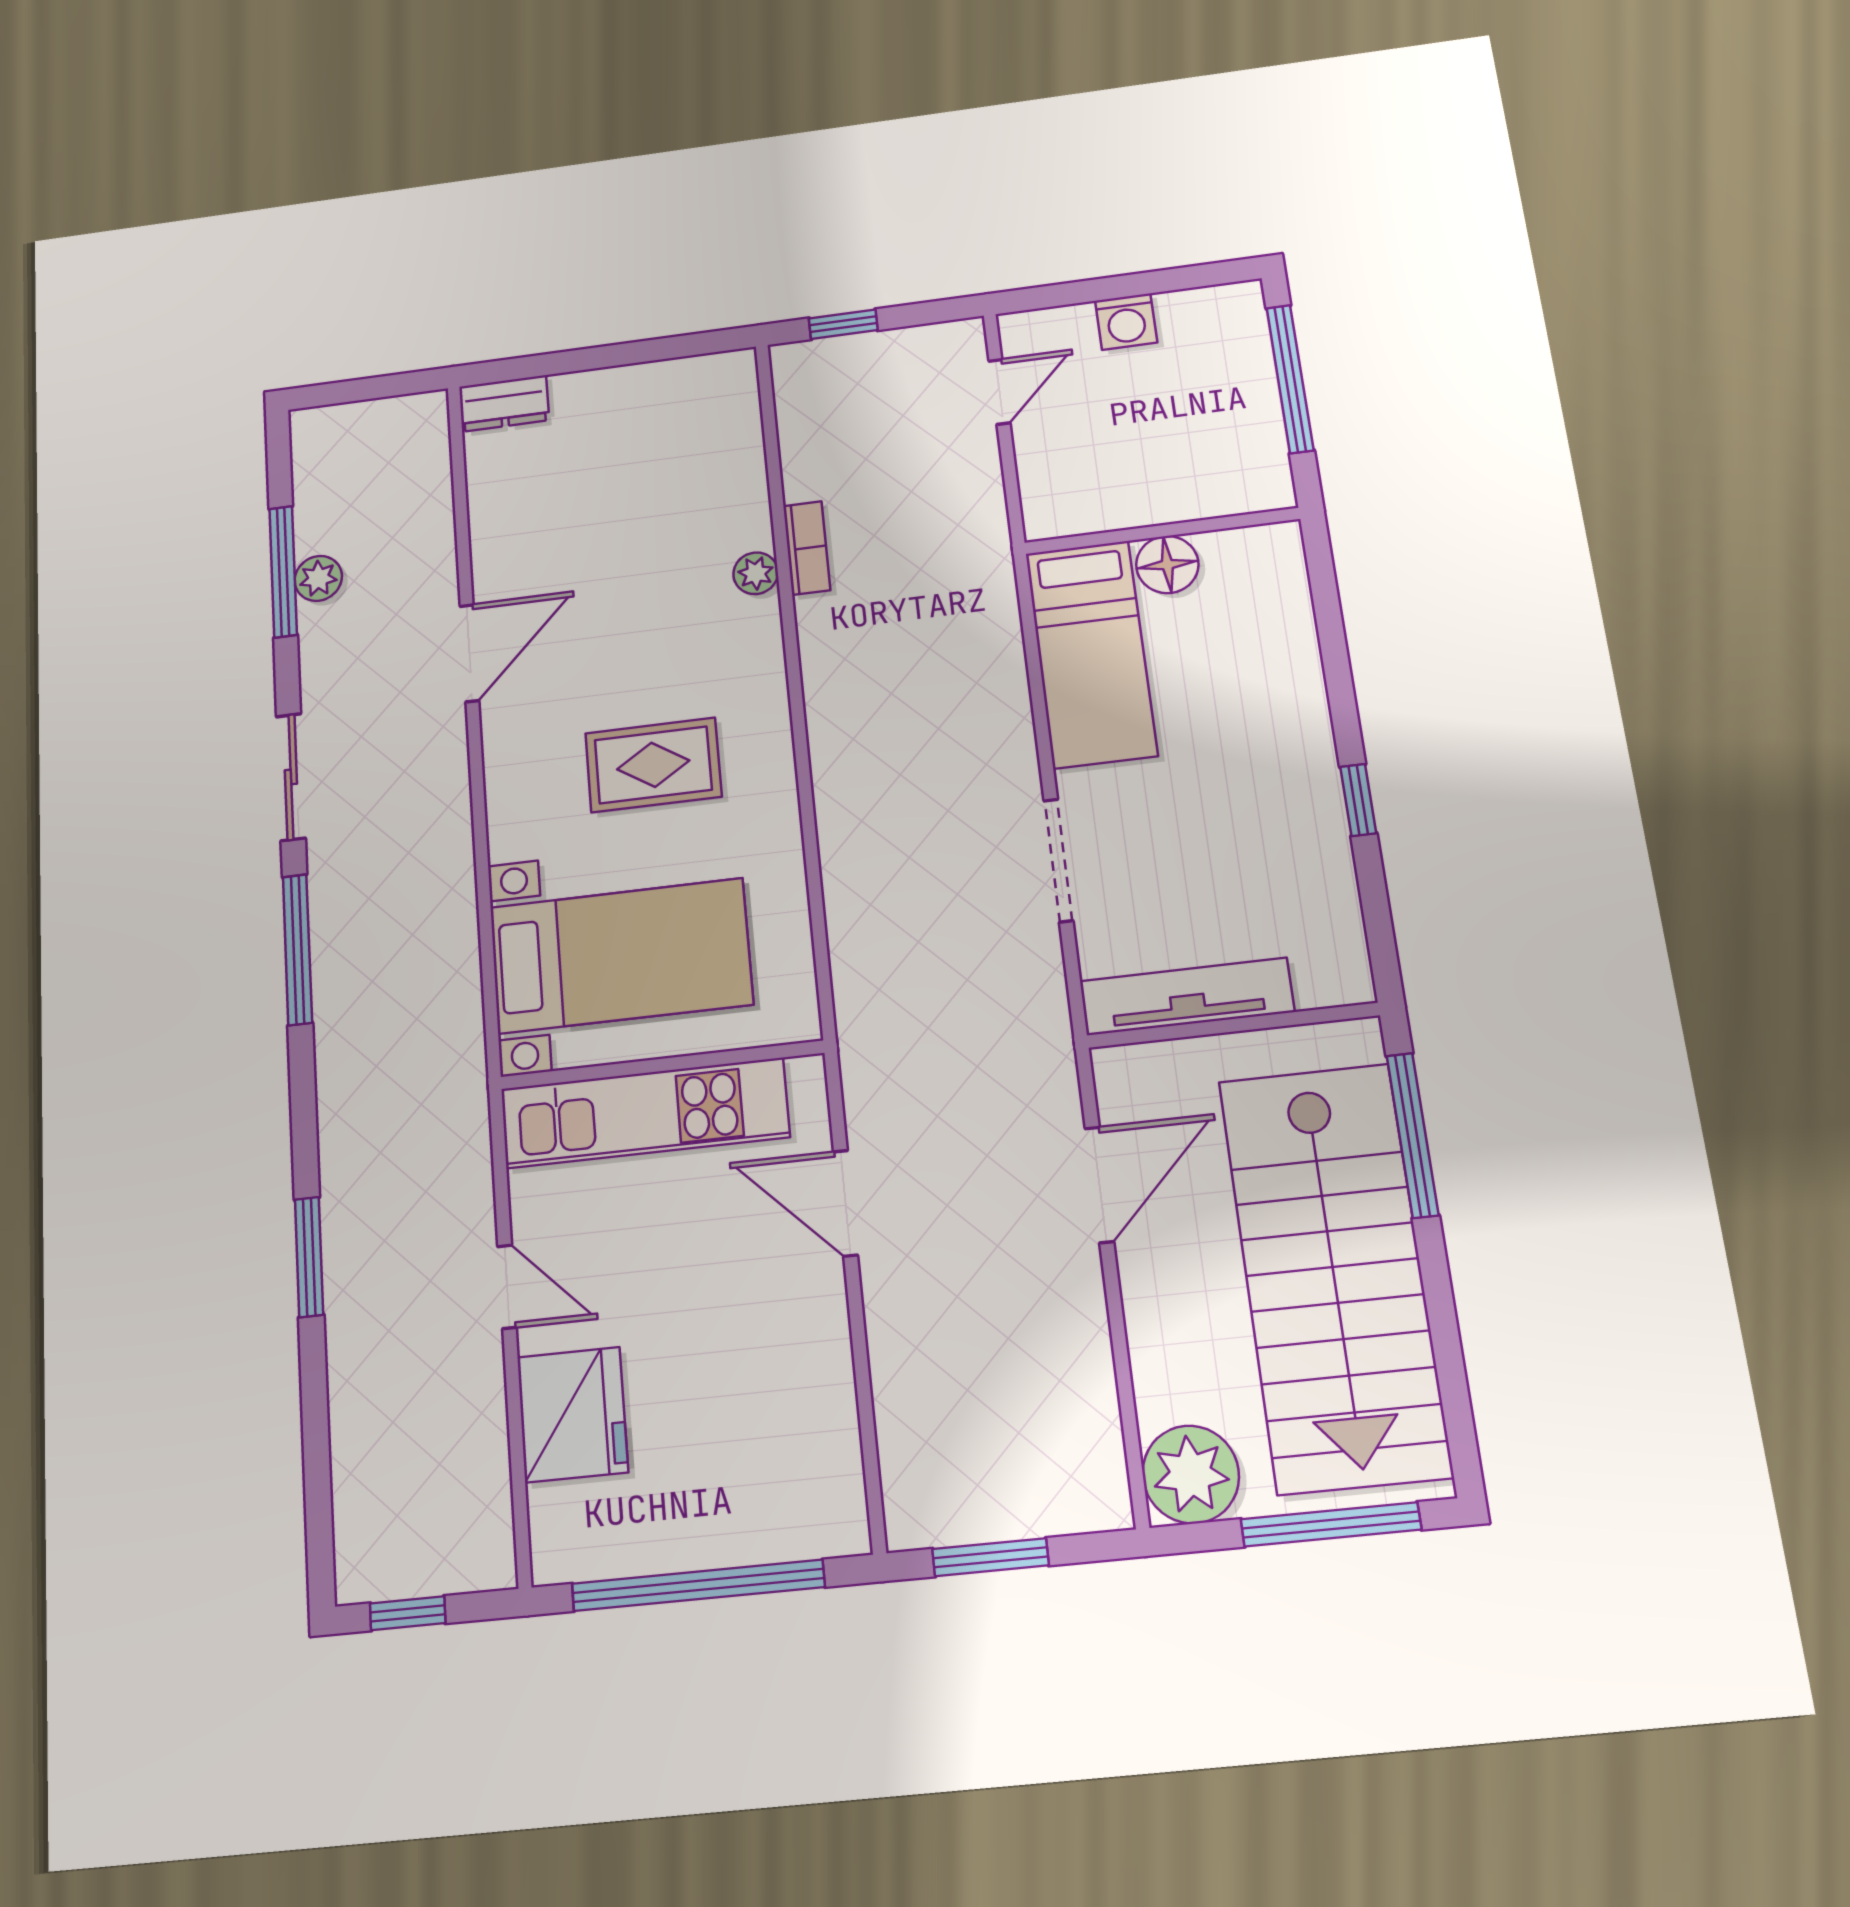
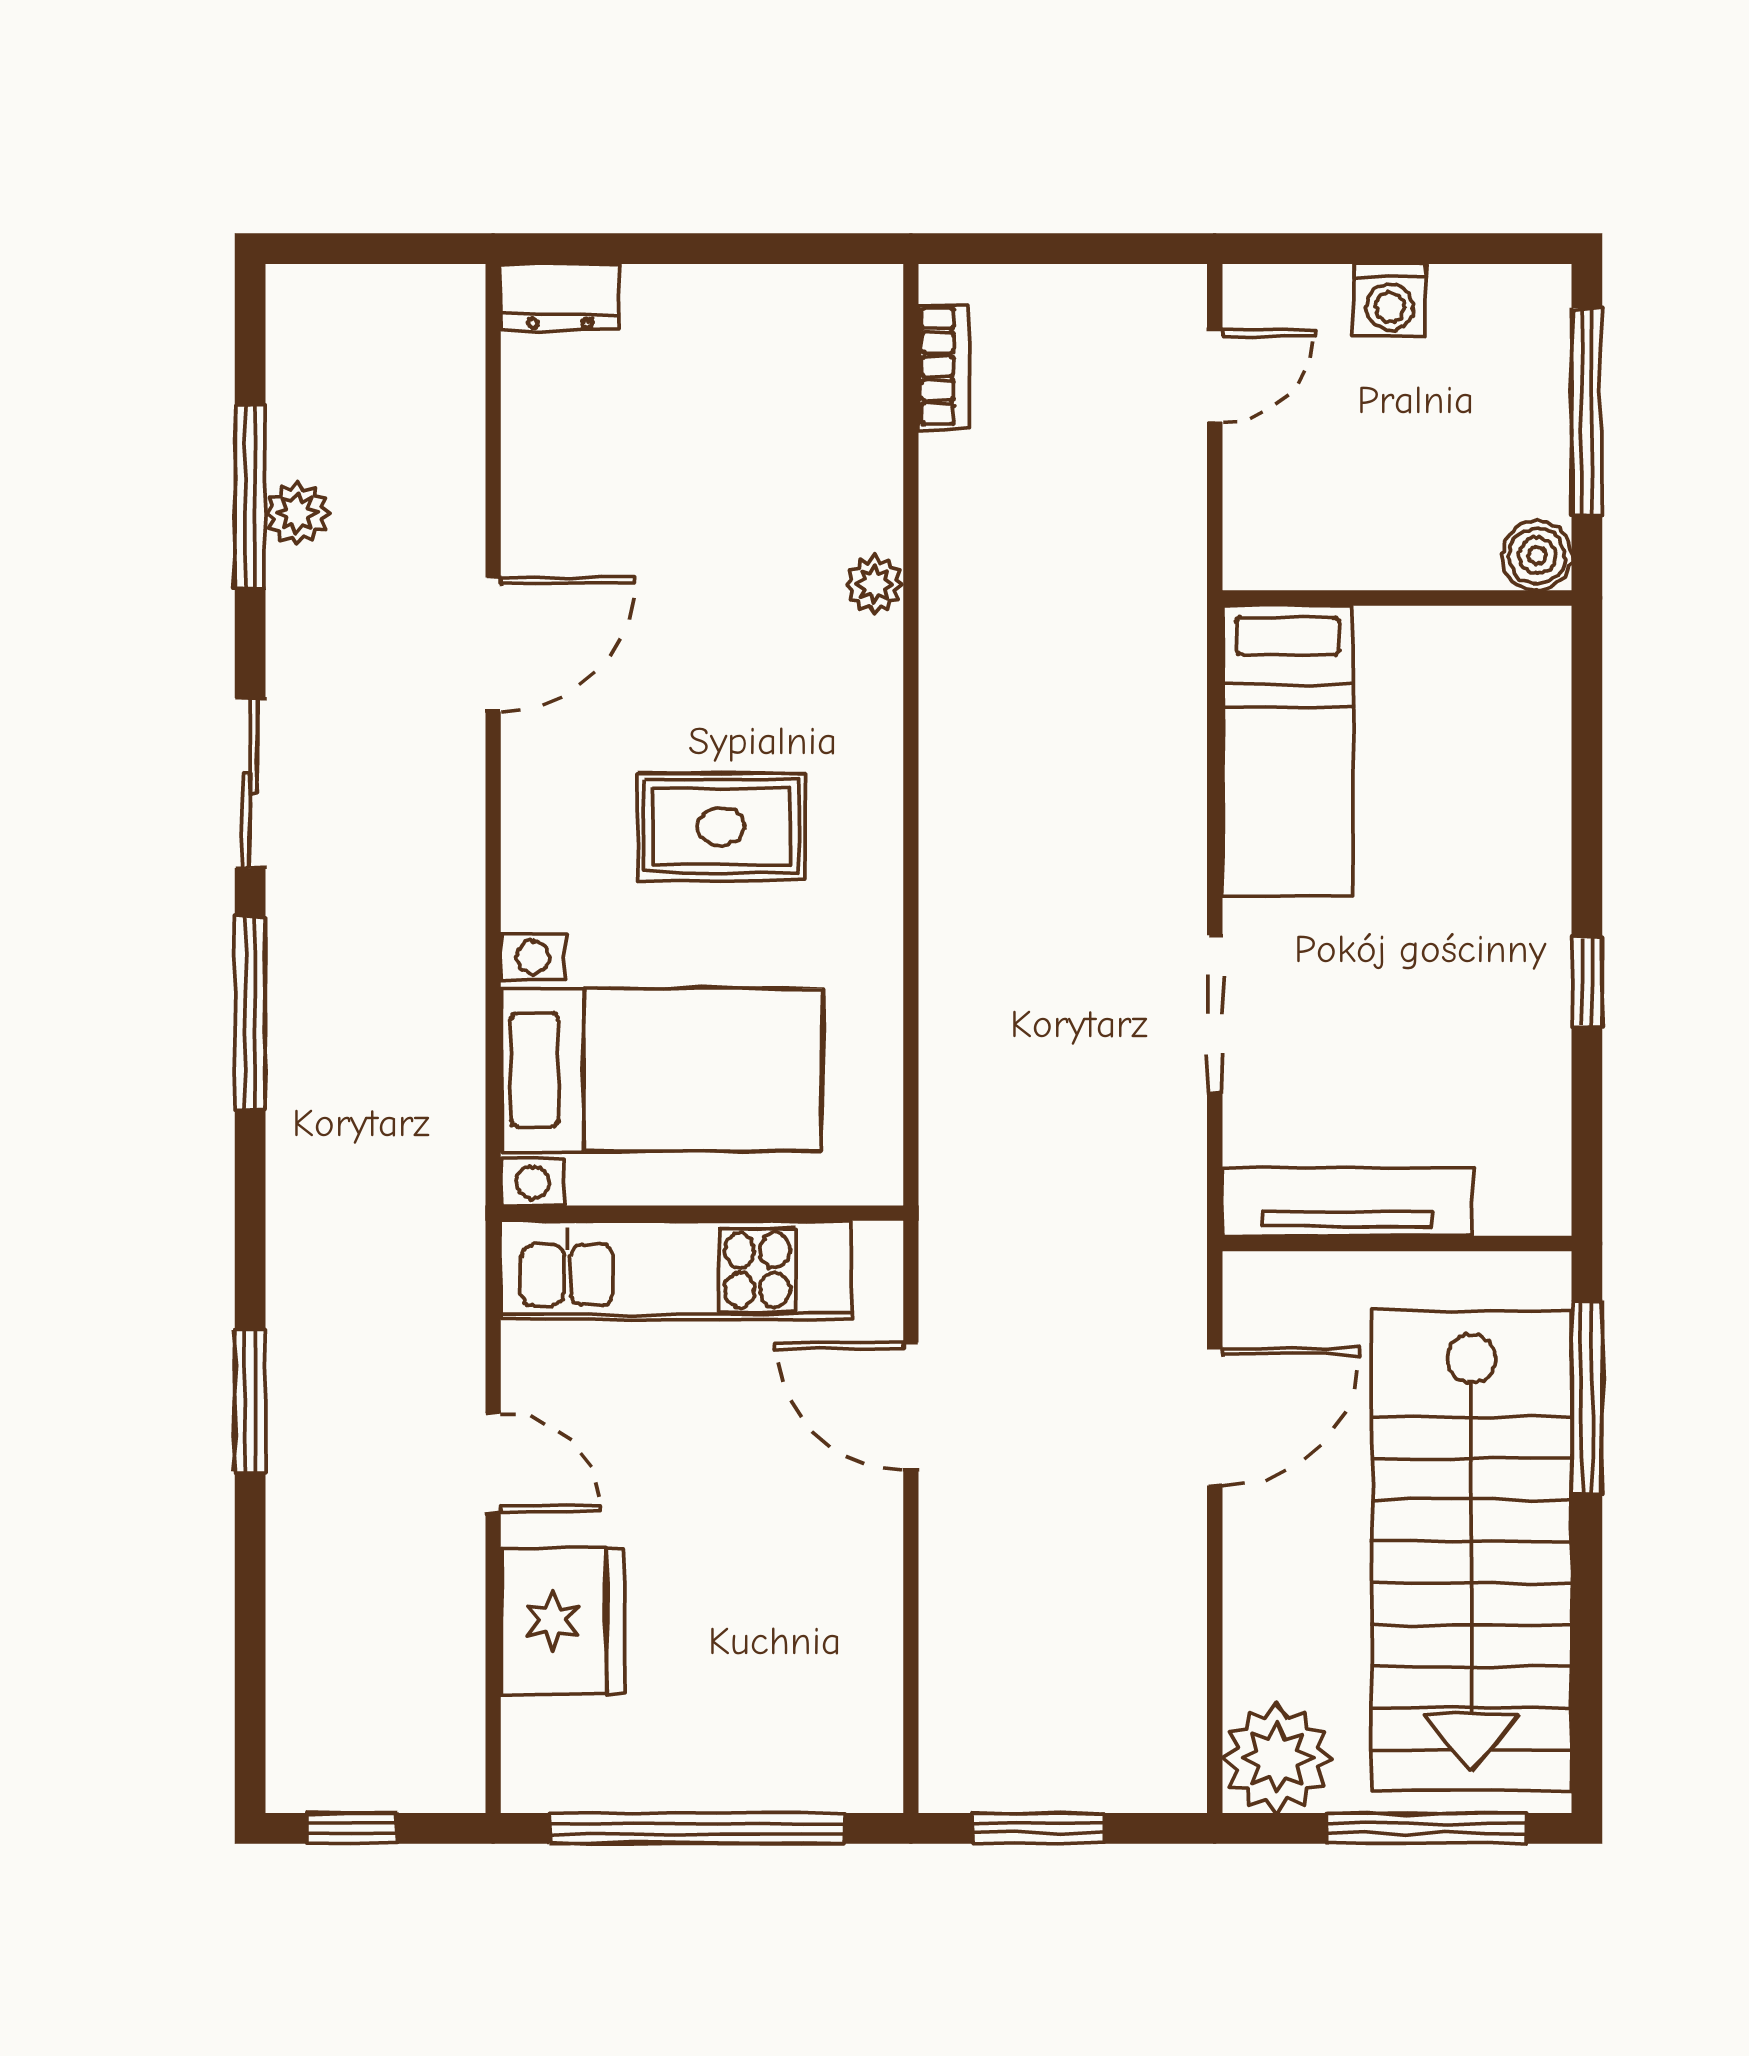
window: (843, 324) -> (1021, 249), removed
boiler: (1267, 486) -> (1537, 556), added
bookcase: (807, 548) -> (943, 366), moved
floor lamp: (1167, 565) -> (1398, 644), removed

